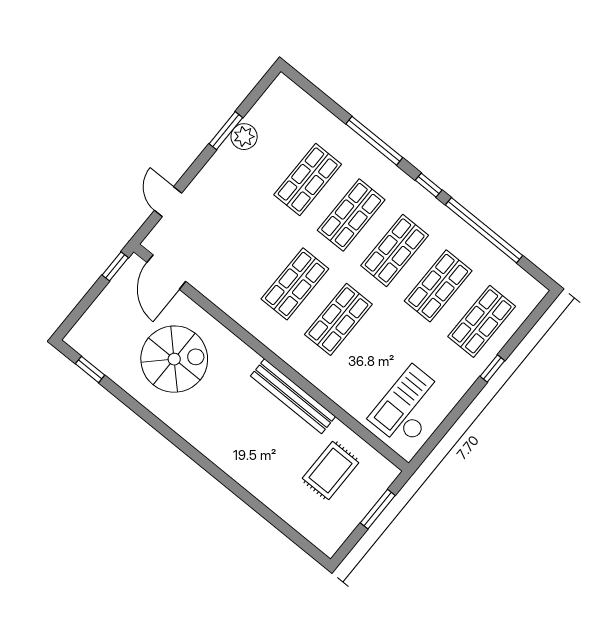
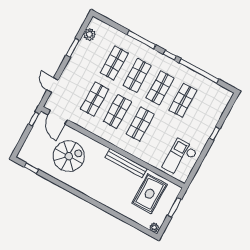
plant: (244, 137) -> (89, 34), moved
shop shelf: (482, 321) -> (95, 99), moved
rug: (331, 470) -> (150, 194), width x1.36, depth x1.43
plant: (327, 544) -> (154, 227), added

